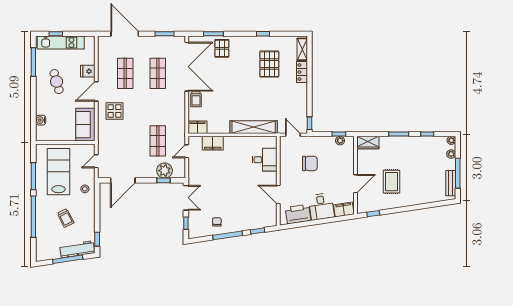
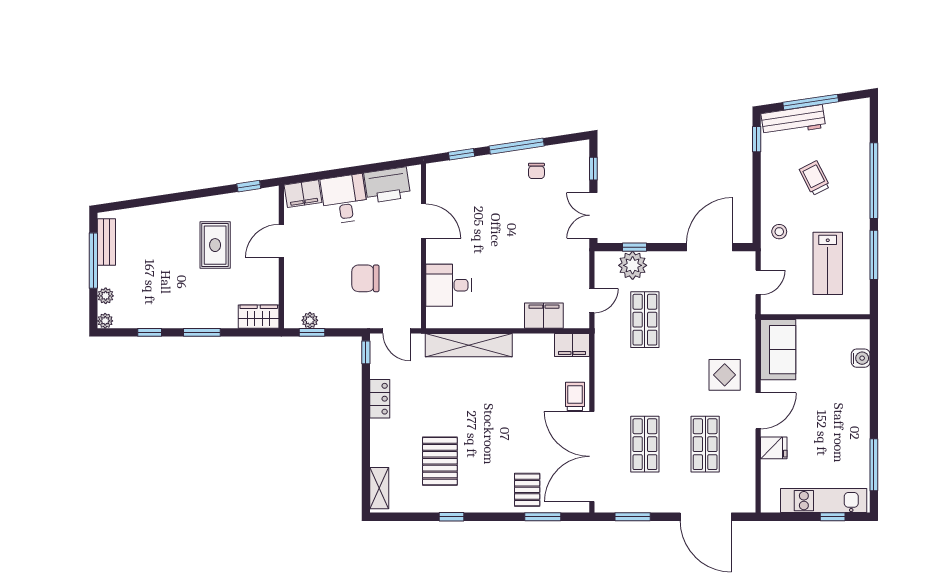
locker: (302, 72) -> (380, 399), moved
cafe table: (57, 82) -> (831, 429), removed
lab bench: (58, 172) -> (828, 263), width x0.73, depth x0.72

